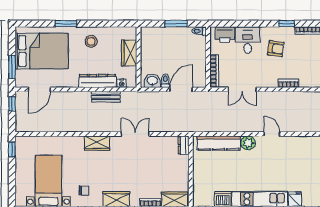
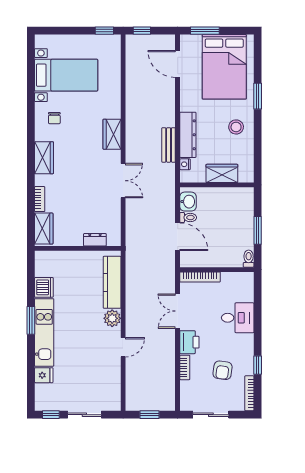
printer: (225, 35) -> (189, 342), moved, turned 180
armchair: (276, 49) -> (223, 370), moved
window: (12, 104) -> (142, 31), moved
dresser: (184, 145) -> (95, 240), moved

